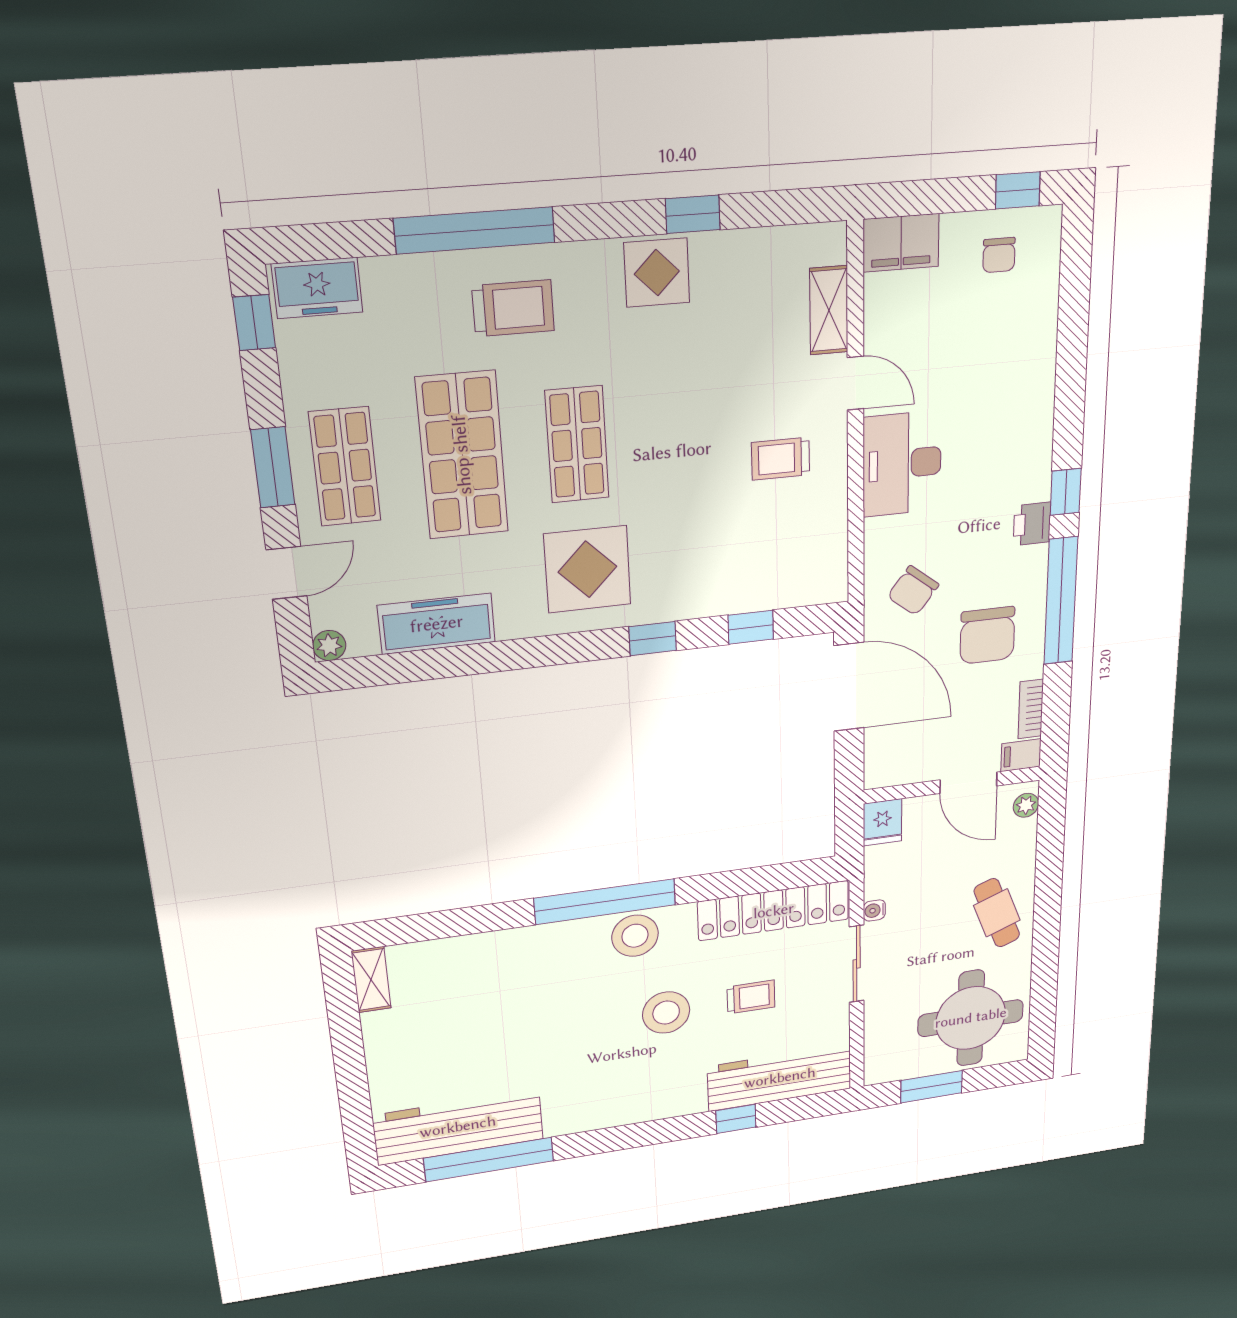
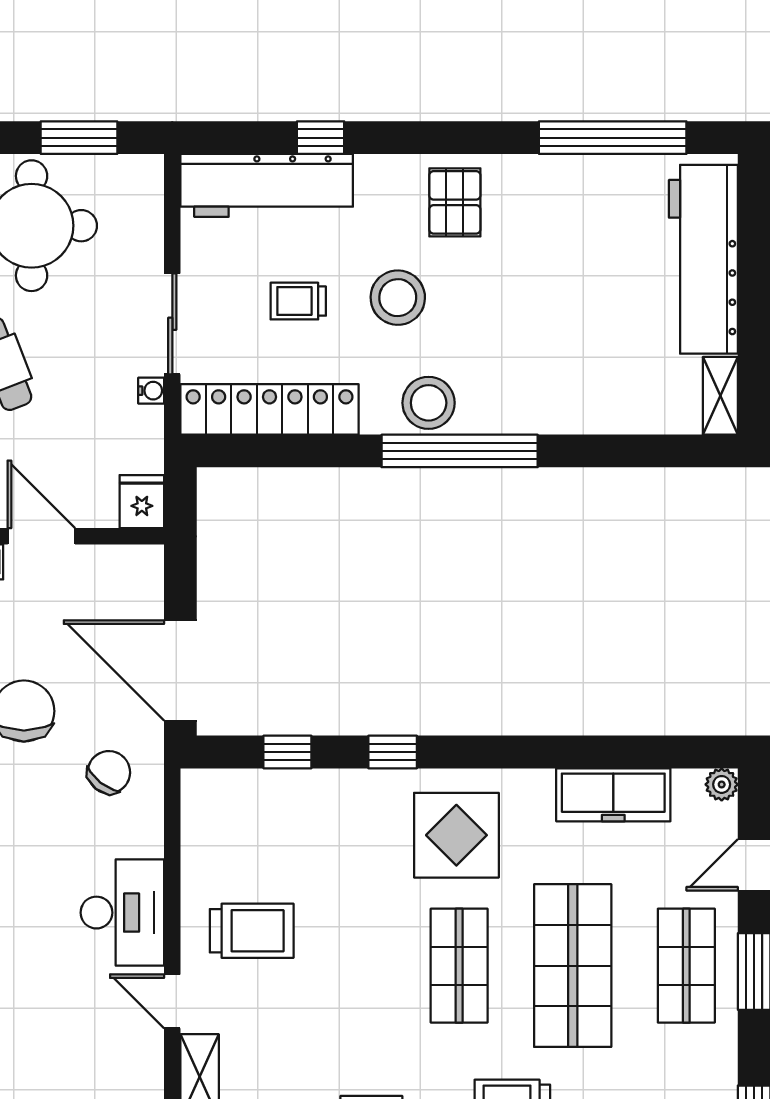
trolley: (781, 459) -> (252, 931), width x1.36, depth x1.39
pallet: (621, 1091) -> (455, 202), added
workbench: (458, 1127) -> (703, 259), moved, turned 90

